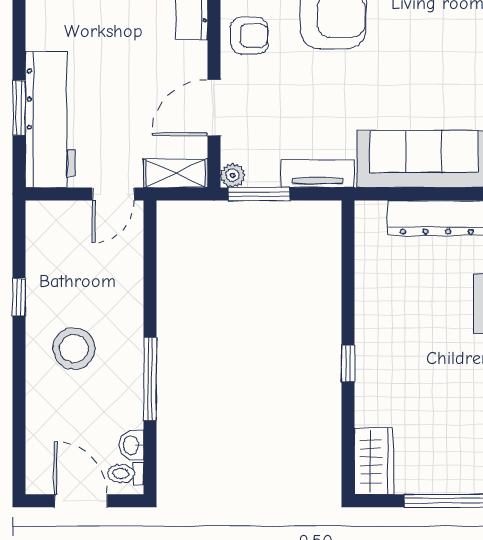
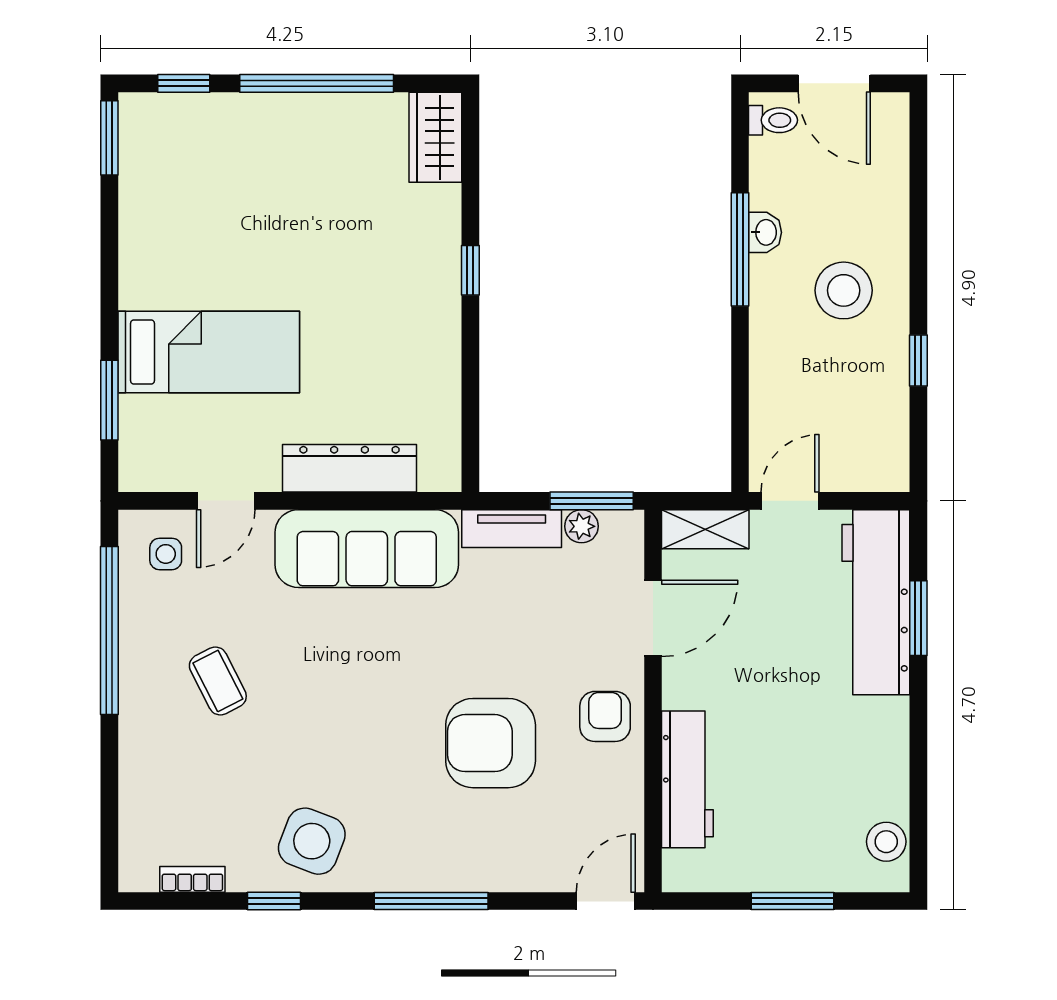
armchair: (249, 36) -> (605, 716), turned 90
plant: (233, 175) -> (581, 526), moved
washbasin: (132, 445) -> (765, 232), moved

